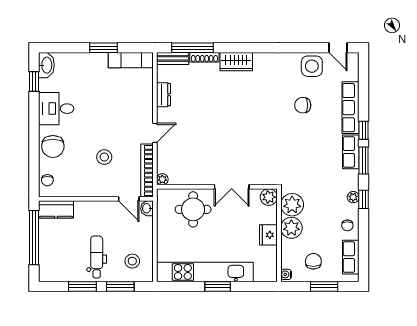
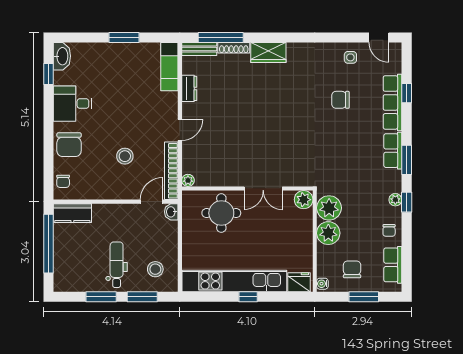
exam couch: (131, 60) -> (169, 67), moved, turned 90
side table: (312, 66) -> (350, 57), width x0.54, depth x0.54
window: (364, 130) -> (407, 93), moved
door: (129, 199) -> (152, 202), swing flipped
fridge: (268, 235) -> (299, 282), moved, turned 90
window: (218, 286) -> (248, 297), width x0.67

